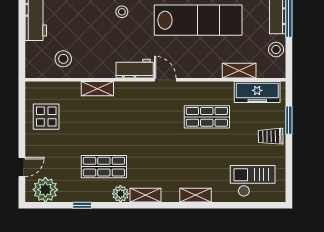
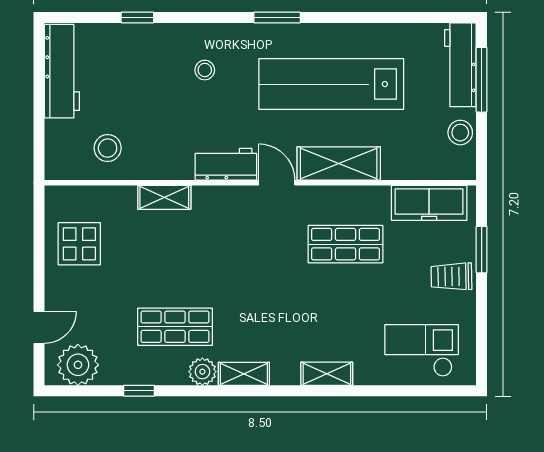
lab bench: (198, 20) -> (331, 84), turned 180
shelving: (239, 71) -> (339, 163), moved, width x1.50, depth x1.33

